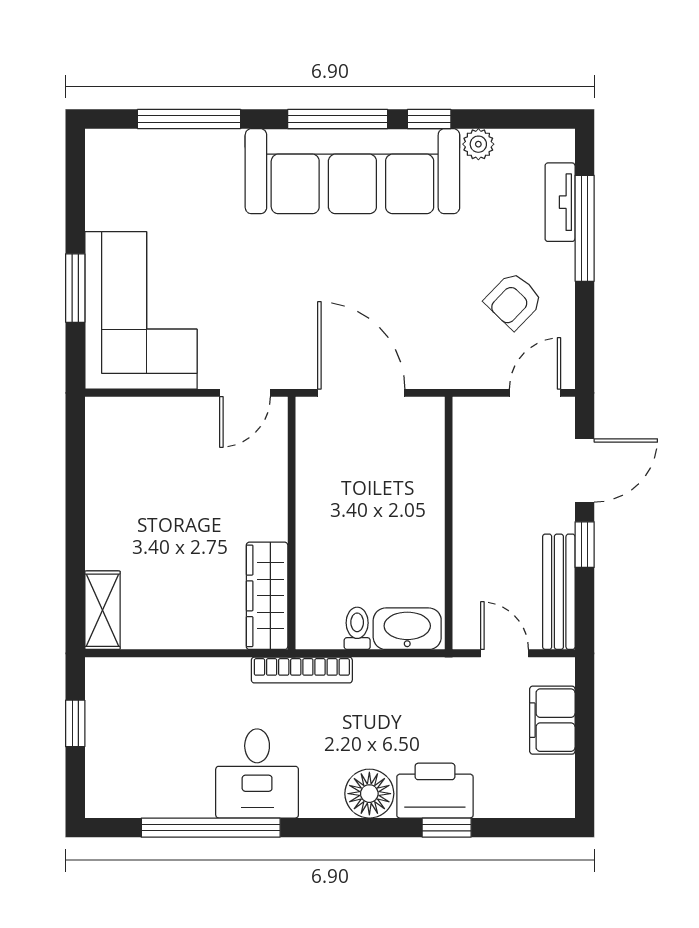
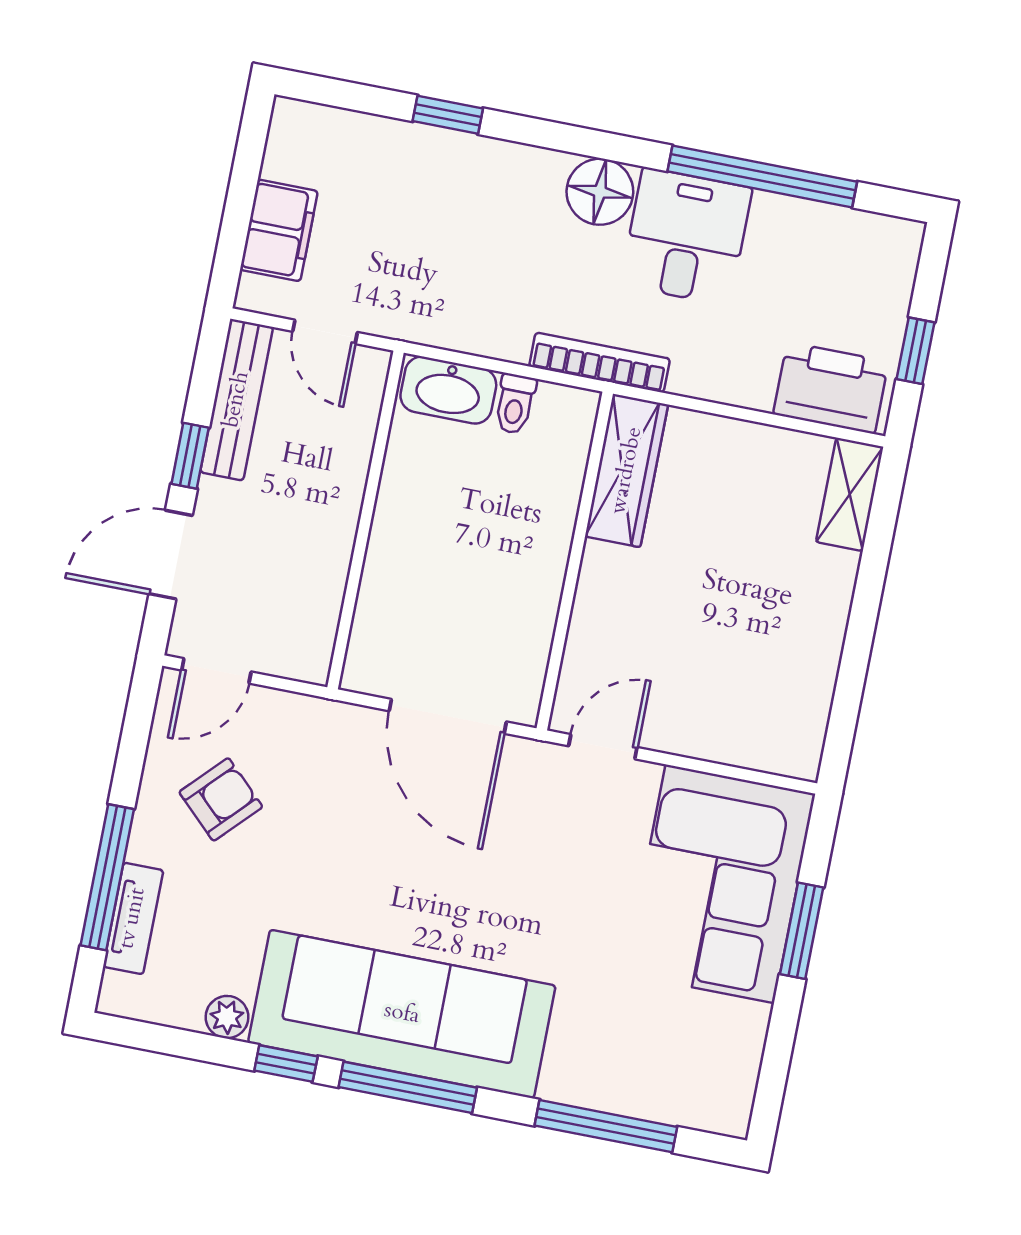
printer: (435, 791) -> (831, 388), moved, turned 180
floor lamp: (369, 794) -> (600, 192), moved

